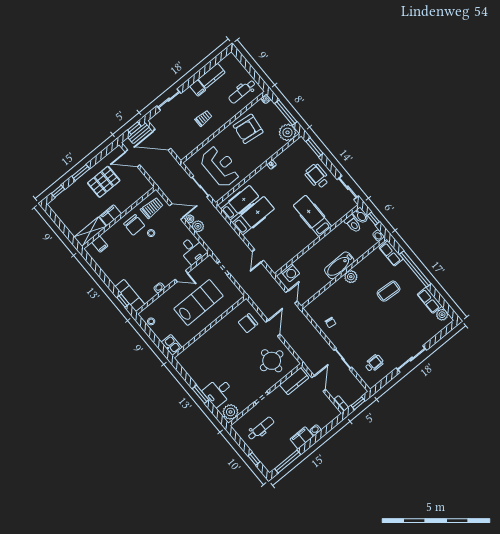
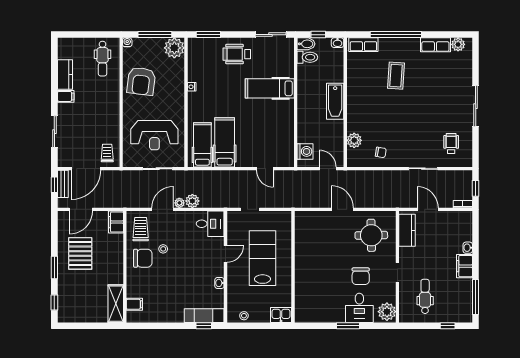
trolley: (203, 118) -> (107, 153), moved
reception desk: (220, 166) -> (154, 135), turned 180
filing cabinet: (110, 215) -> (116, 222), moved
plant: (351, 277) -> (354, 140), moved
chair: (248, 323) -> (361, 276), moved

